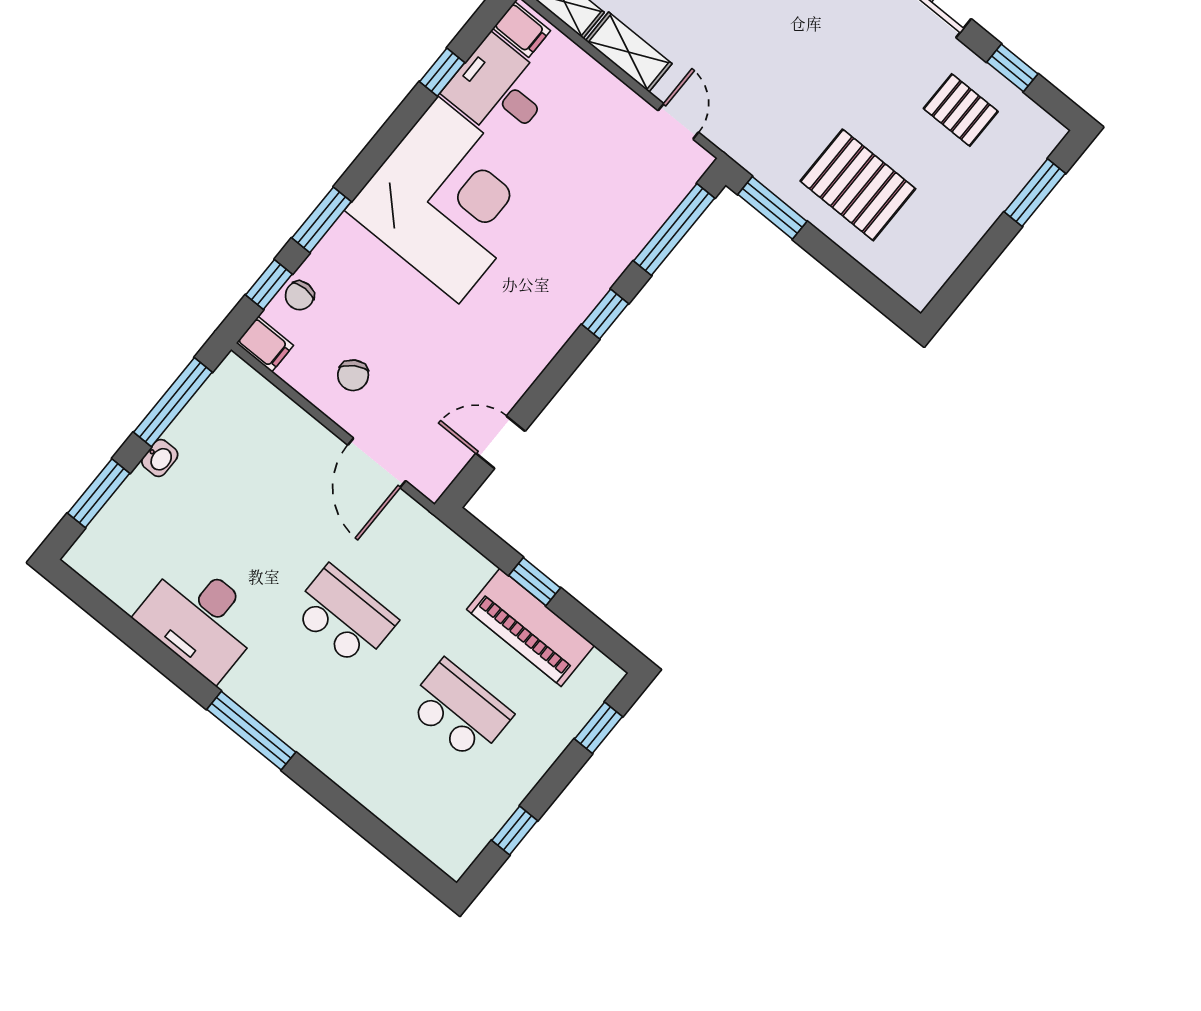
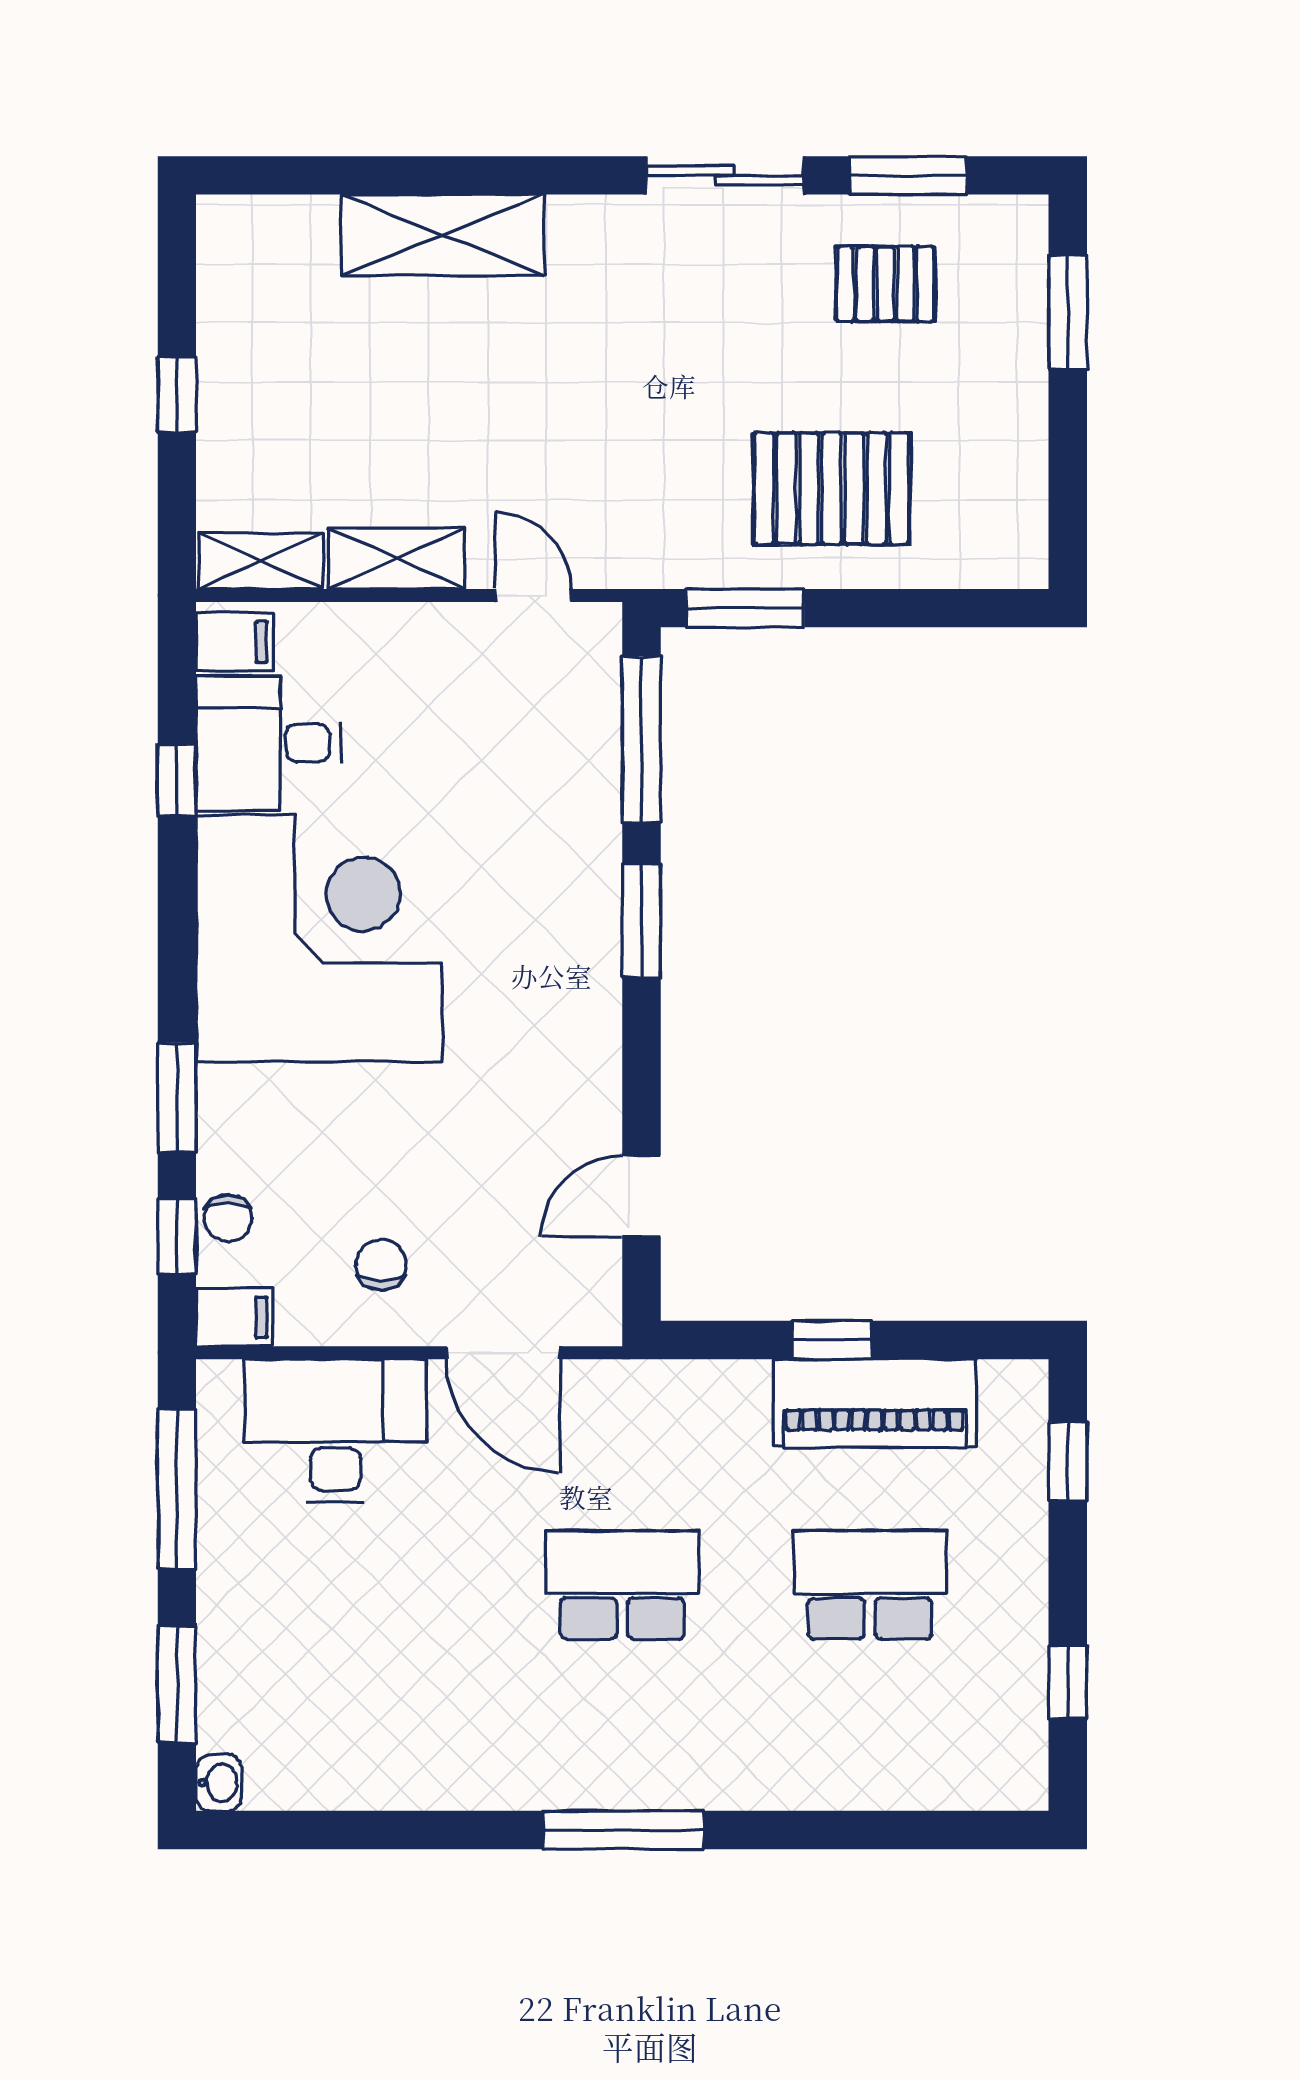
window: (1012, 68) -> (908, 175), width x1.50
window: (605, 314) -> (641, 921), width x1.50
chair: (353, 375) -> (381, 1265), turned -148
washbasin: (160, 458) -> (219, 1783), moved
desk: (200, 619) -> (336, 1431), moved, turned 180

